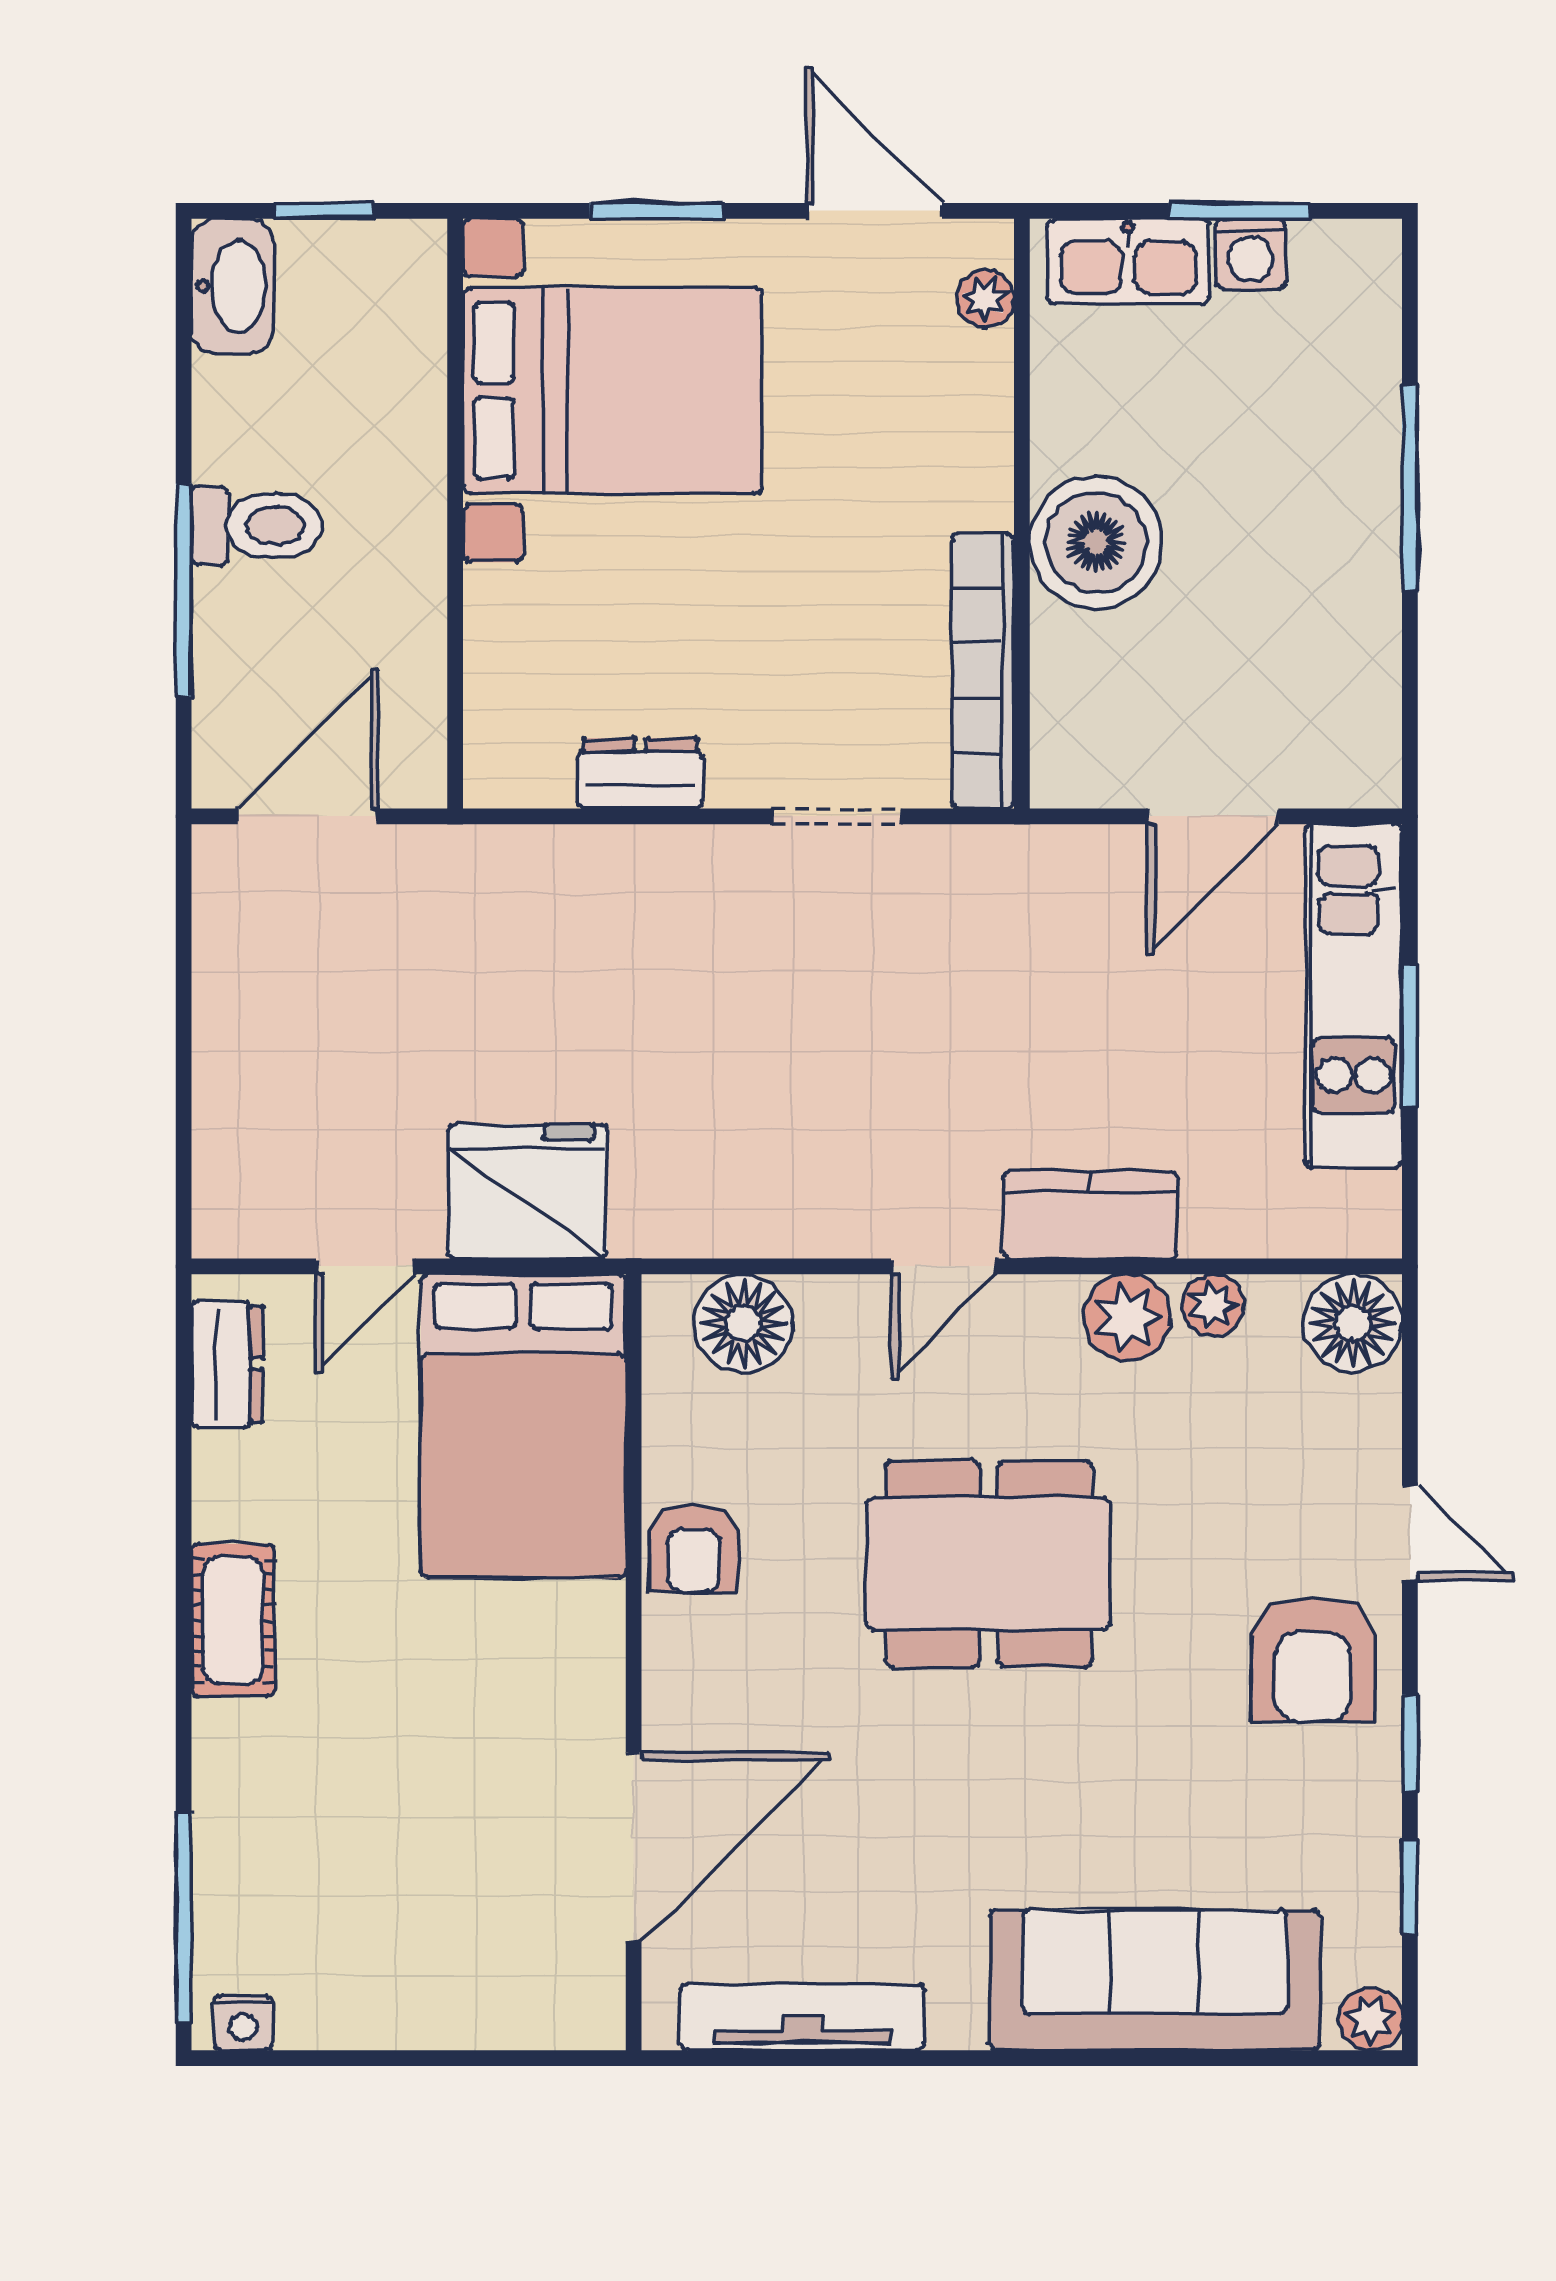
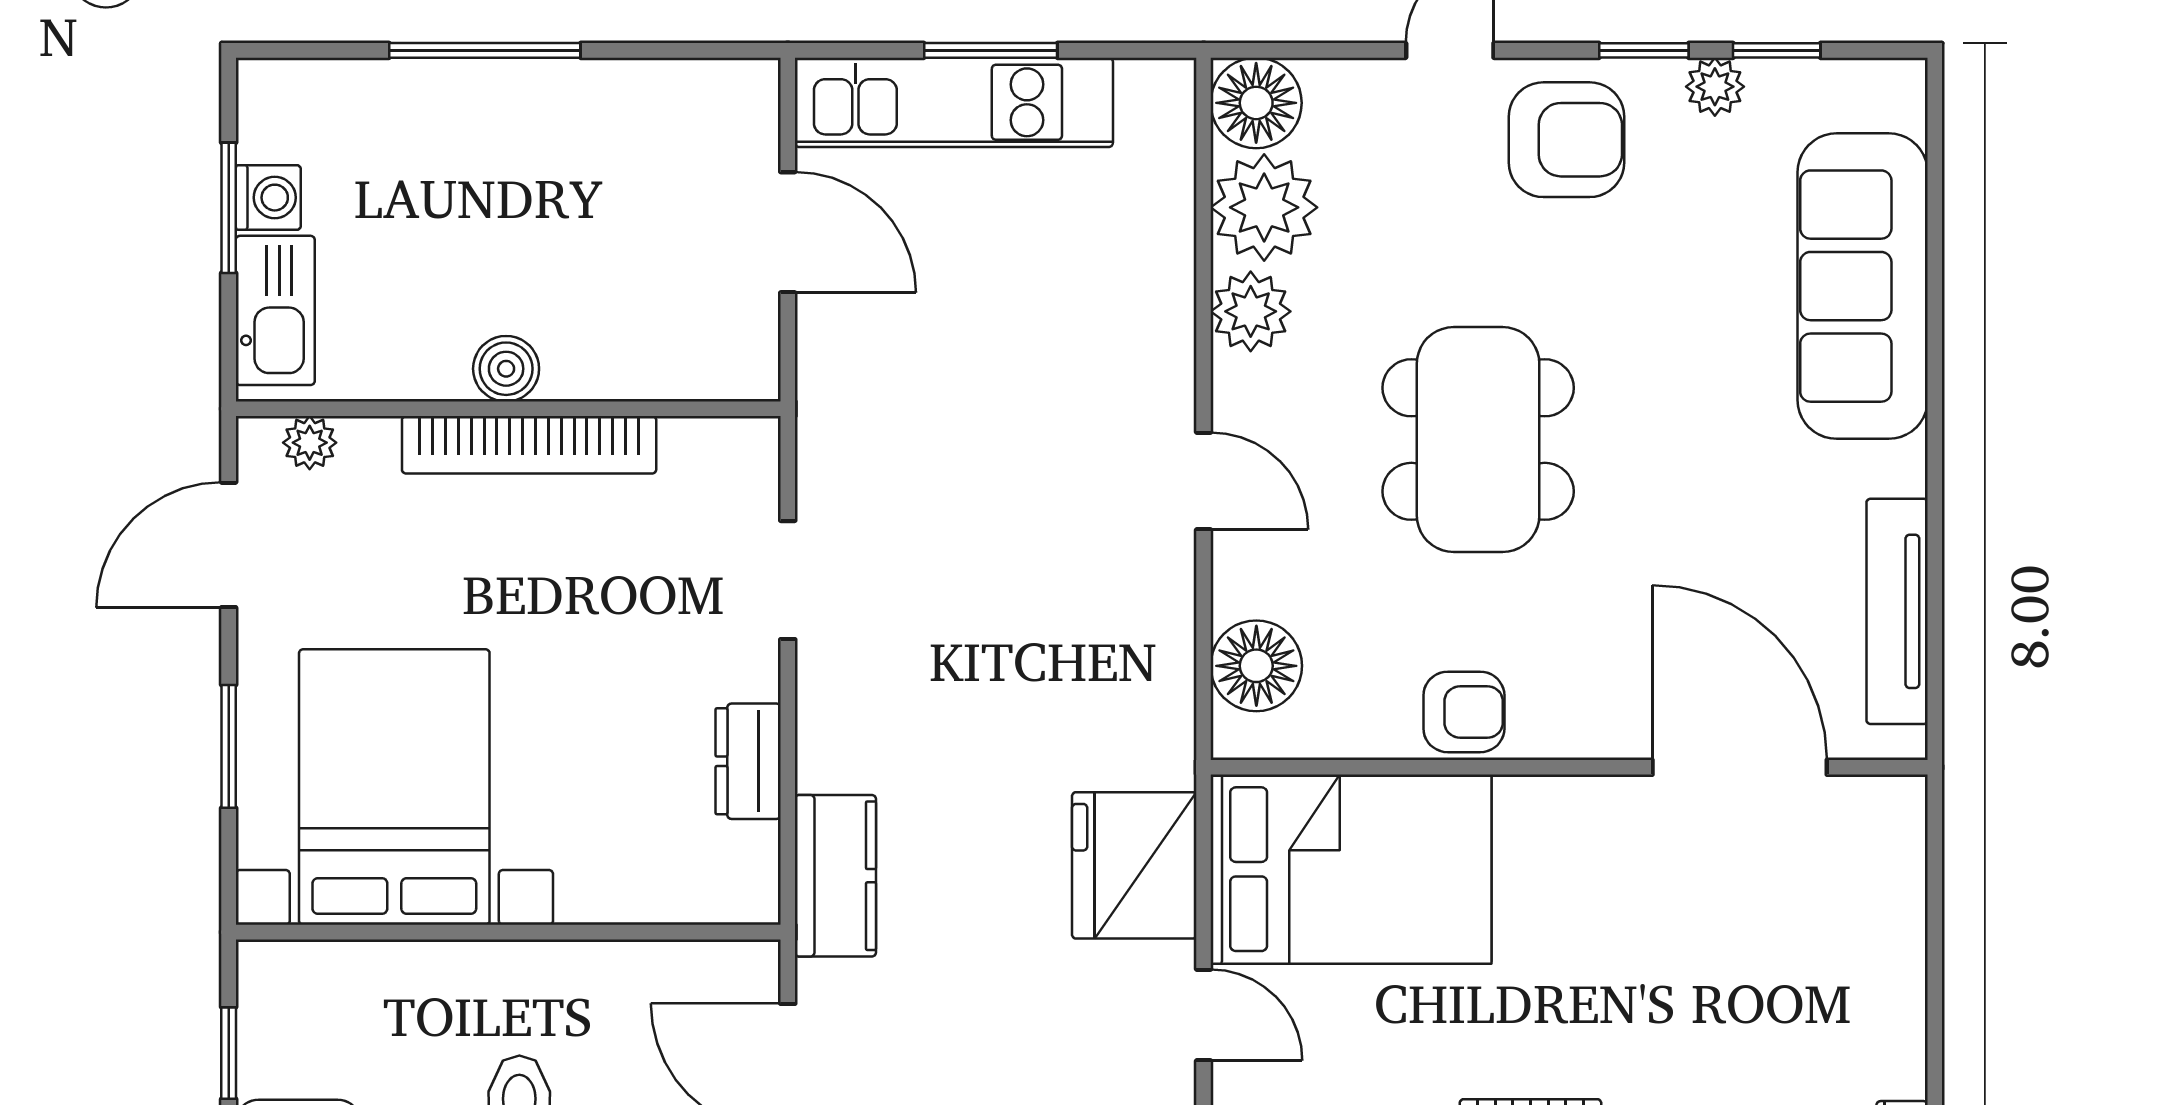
boiler: (1096, 542) -> (506, 369), width x0.54, depth x0.54
bookcase: (983, 671) -> (529, 445), moved
kitchen counter: (1090, 1215) -> (835, 876), moved, turned 180
plant: (1213, 1305) -> (1264, 207), width x1.88, depth x1.88
plant: (1371, 2019) -> (1715, 87), moved

